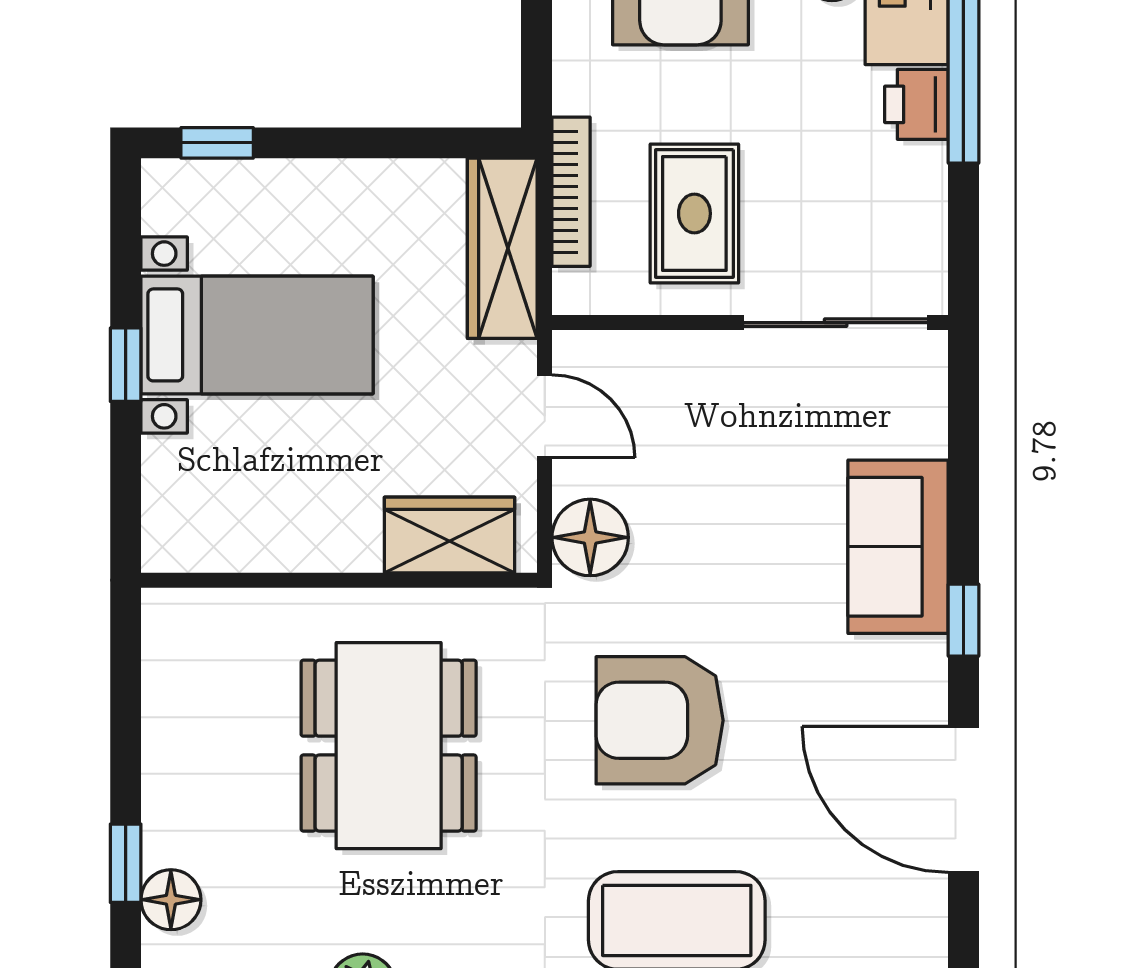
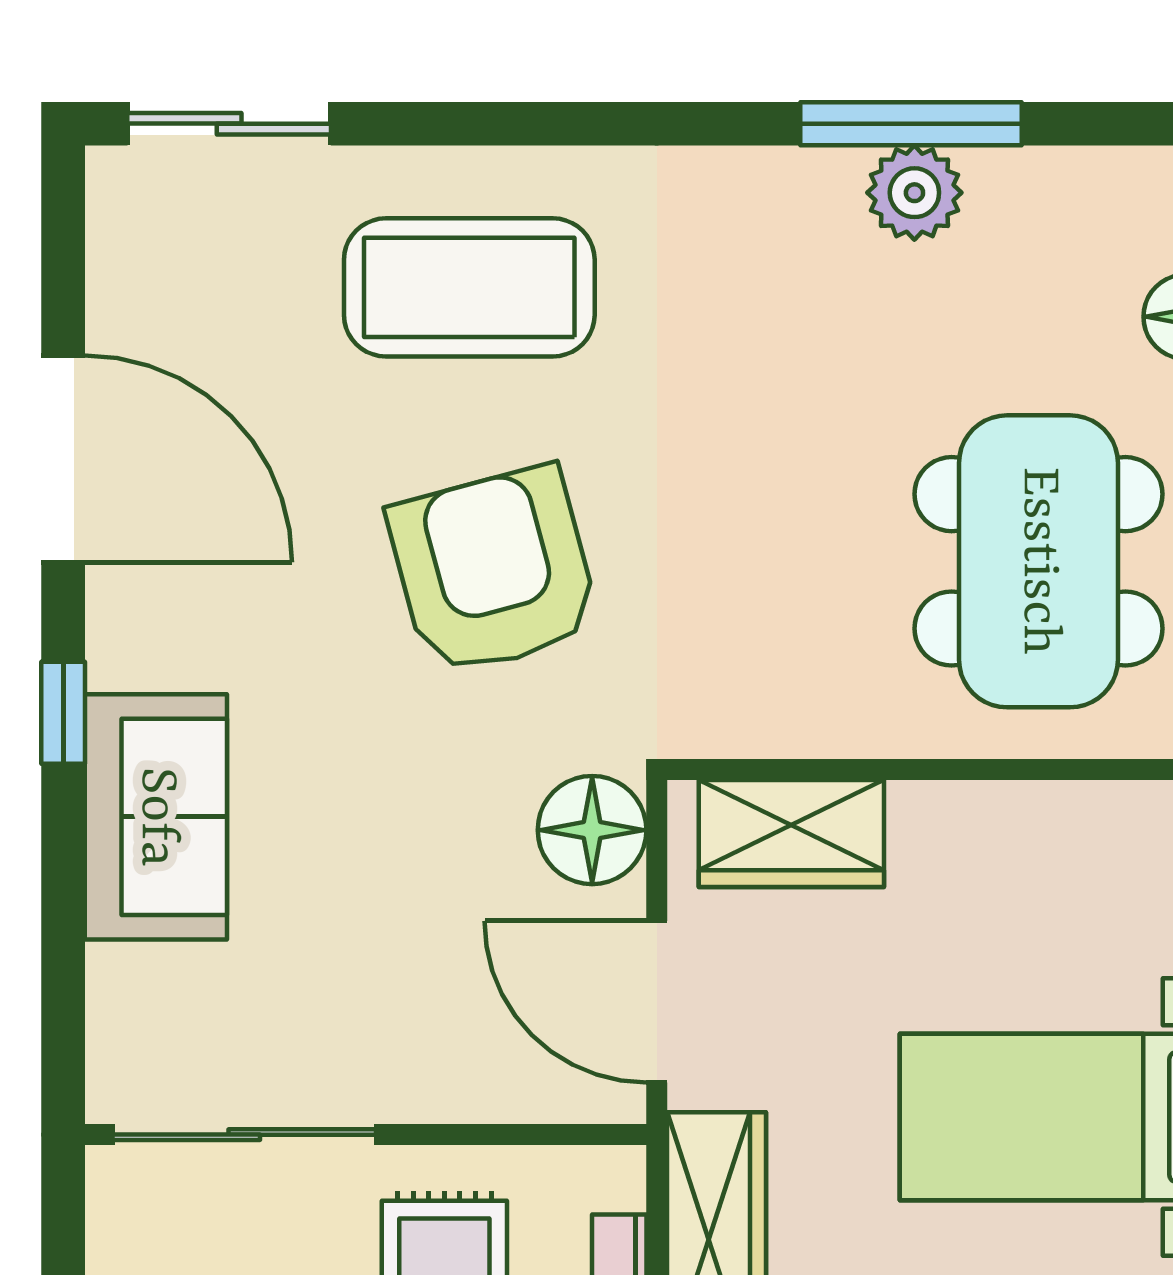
door: (545, 416) -> (657, 1002), width x1.38
armchair: (660, 720) -> (494, 571), turned -105
dining table: (389, 746) -> (1038, 561), moved

